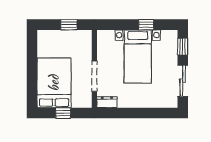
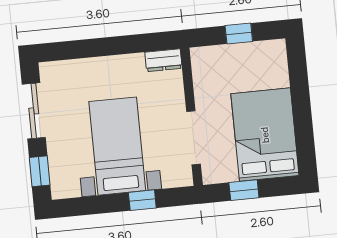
window: (146, 25) -> (142, 200), moved
doorway: (94, 76) -> (194, 138), moved
bed: (54, 83) -> (265, 135), moved, turned 180

